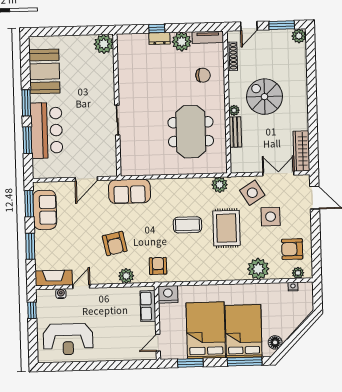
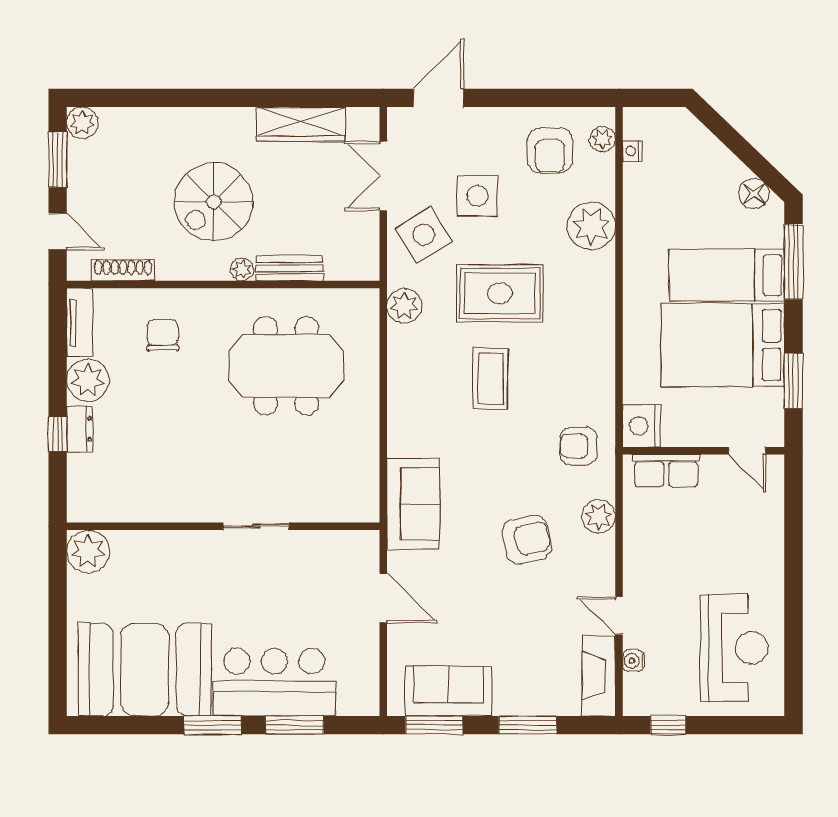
booth: (44, 71) -> (145, 670), width x1.36, depth x1.42
wardrobe: (301, 151) -> (301, 124), moved
bed: (244, 331) -> (727, 275), width x0.67

